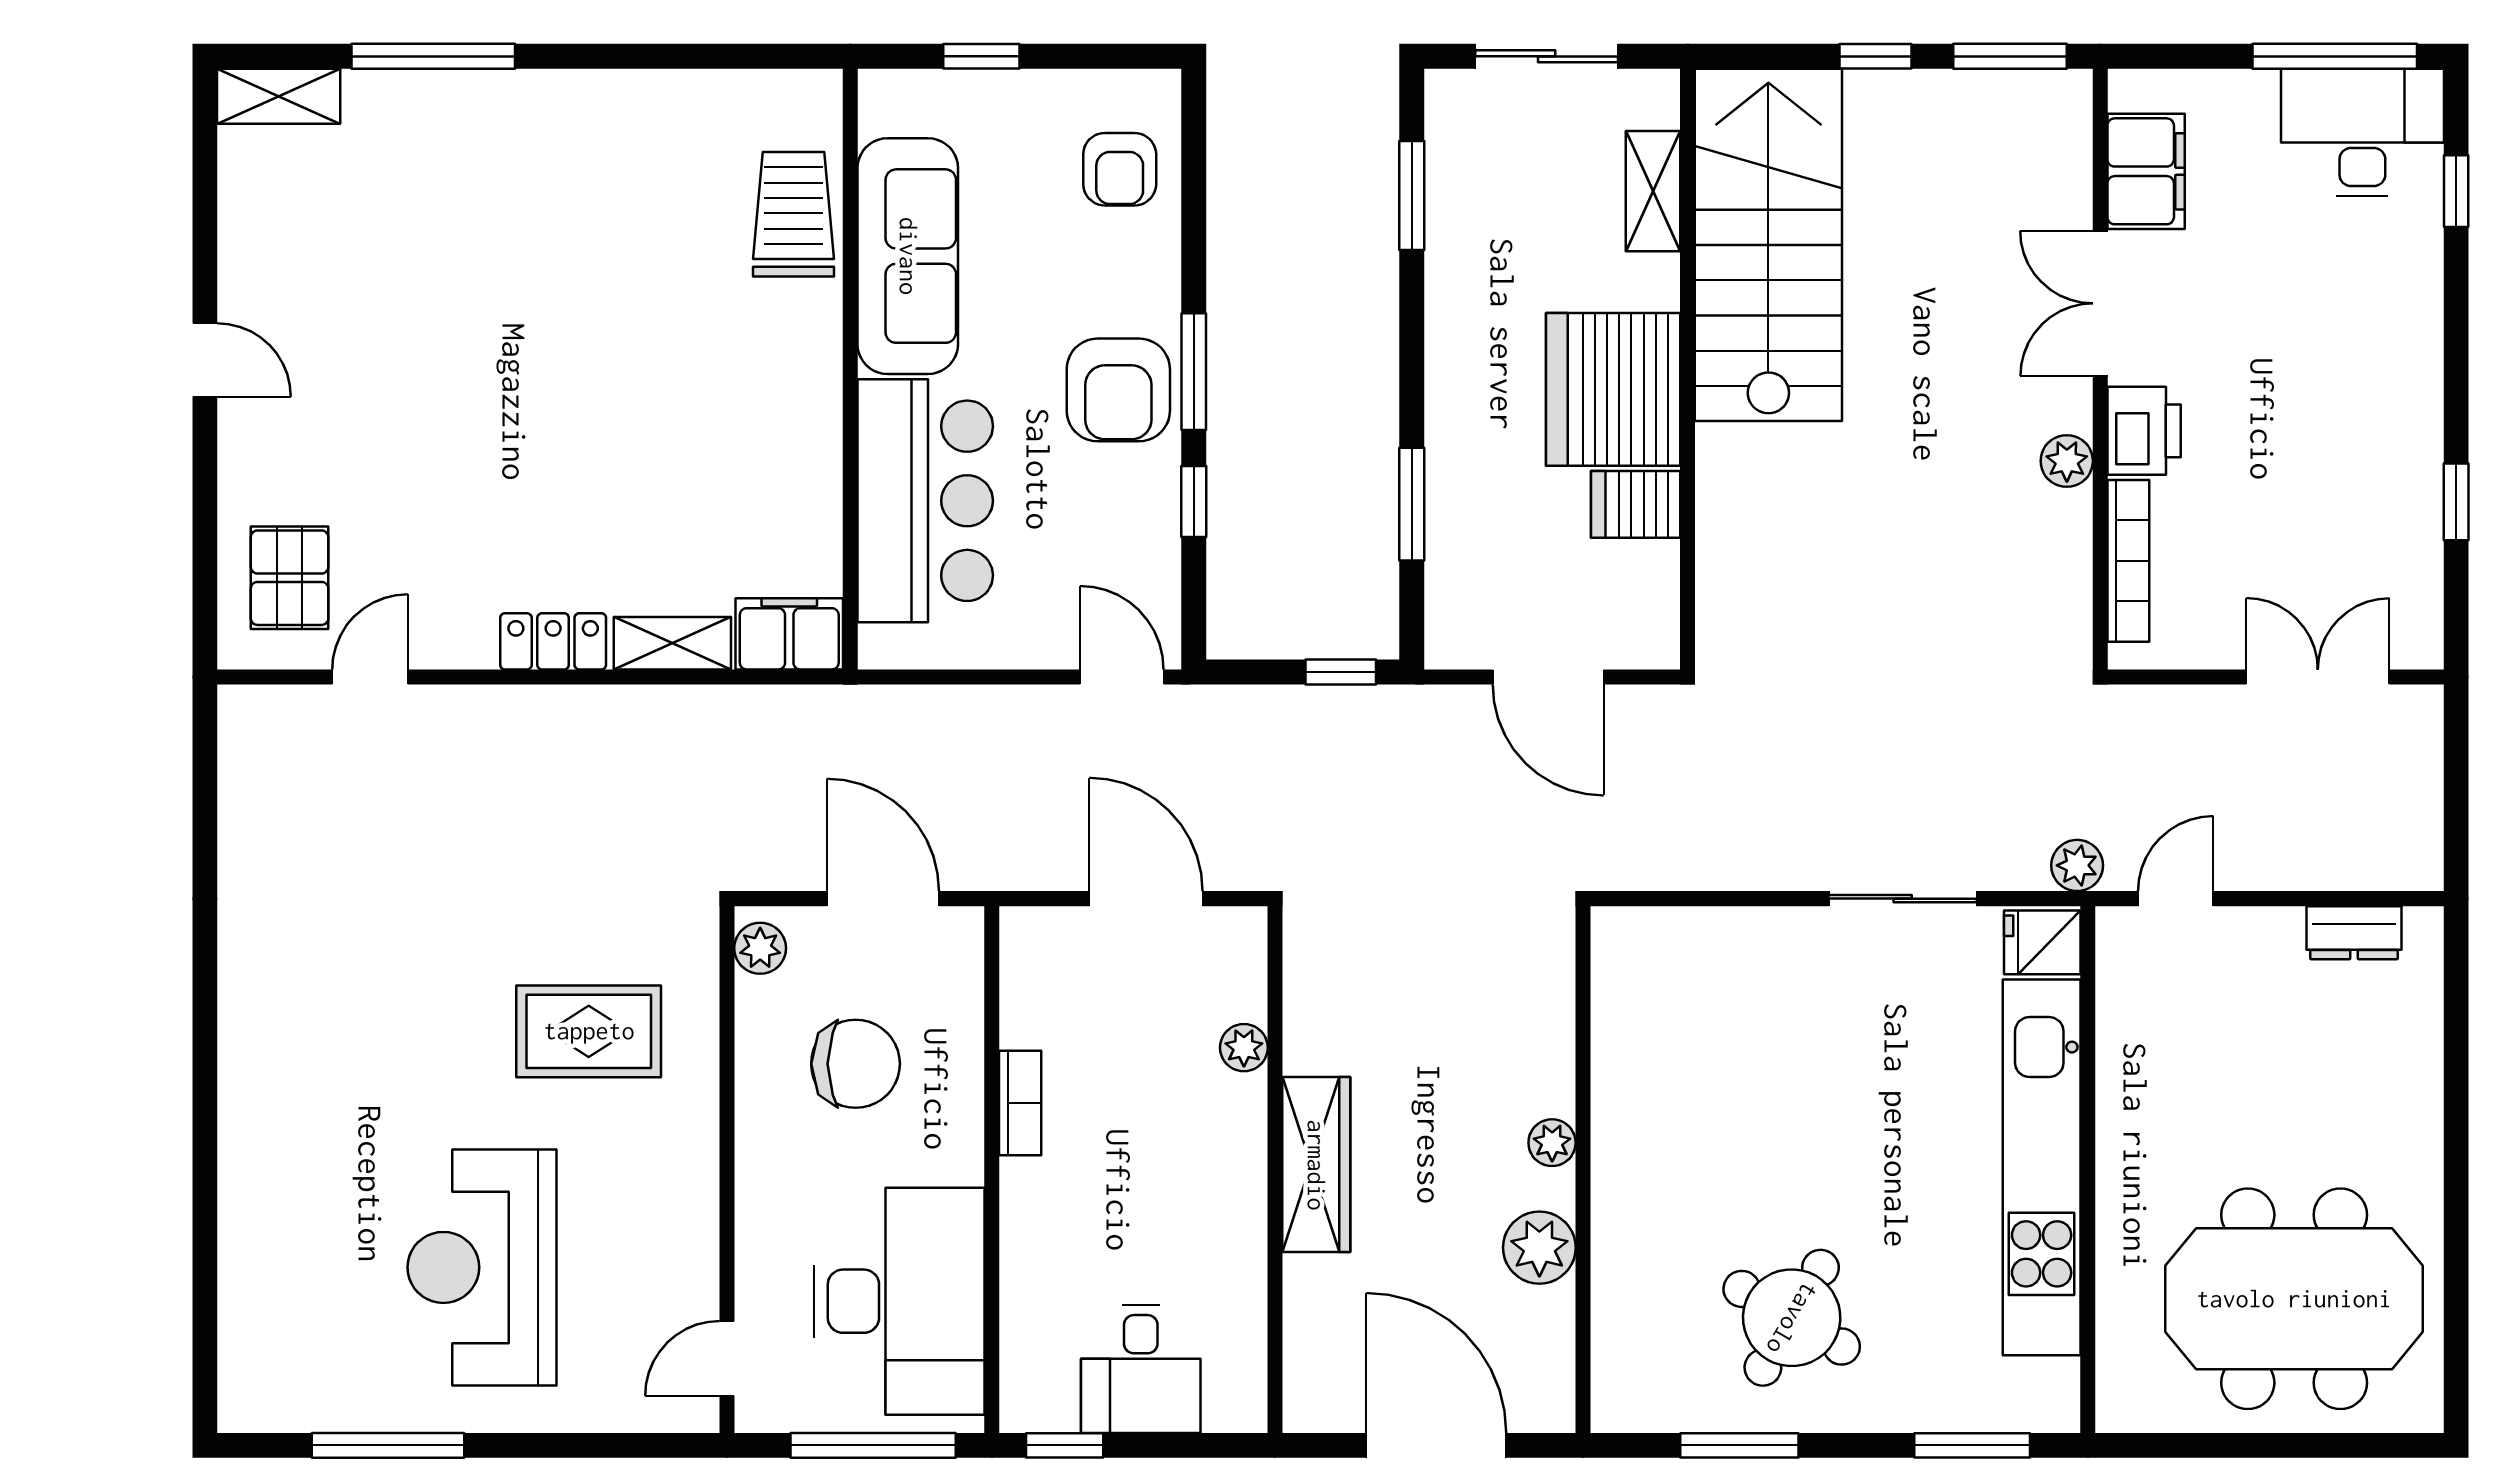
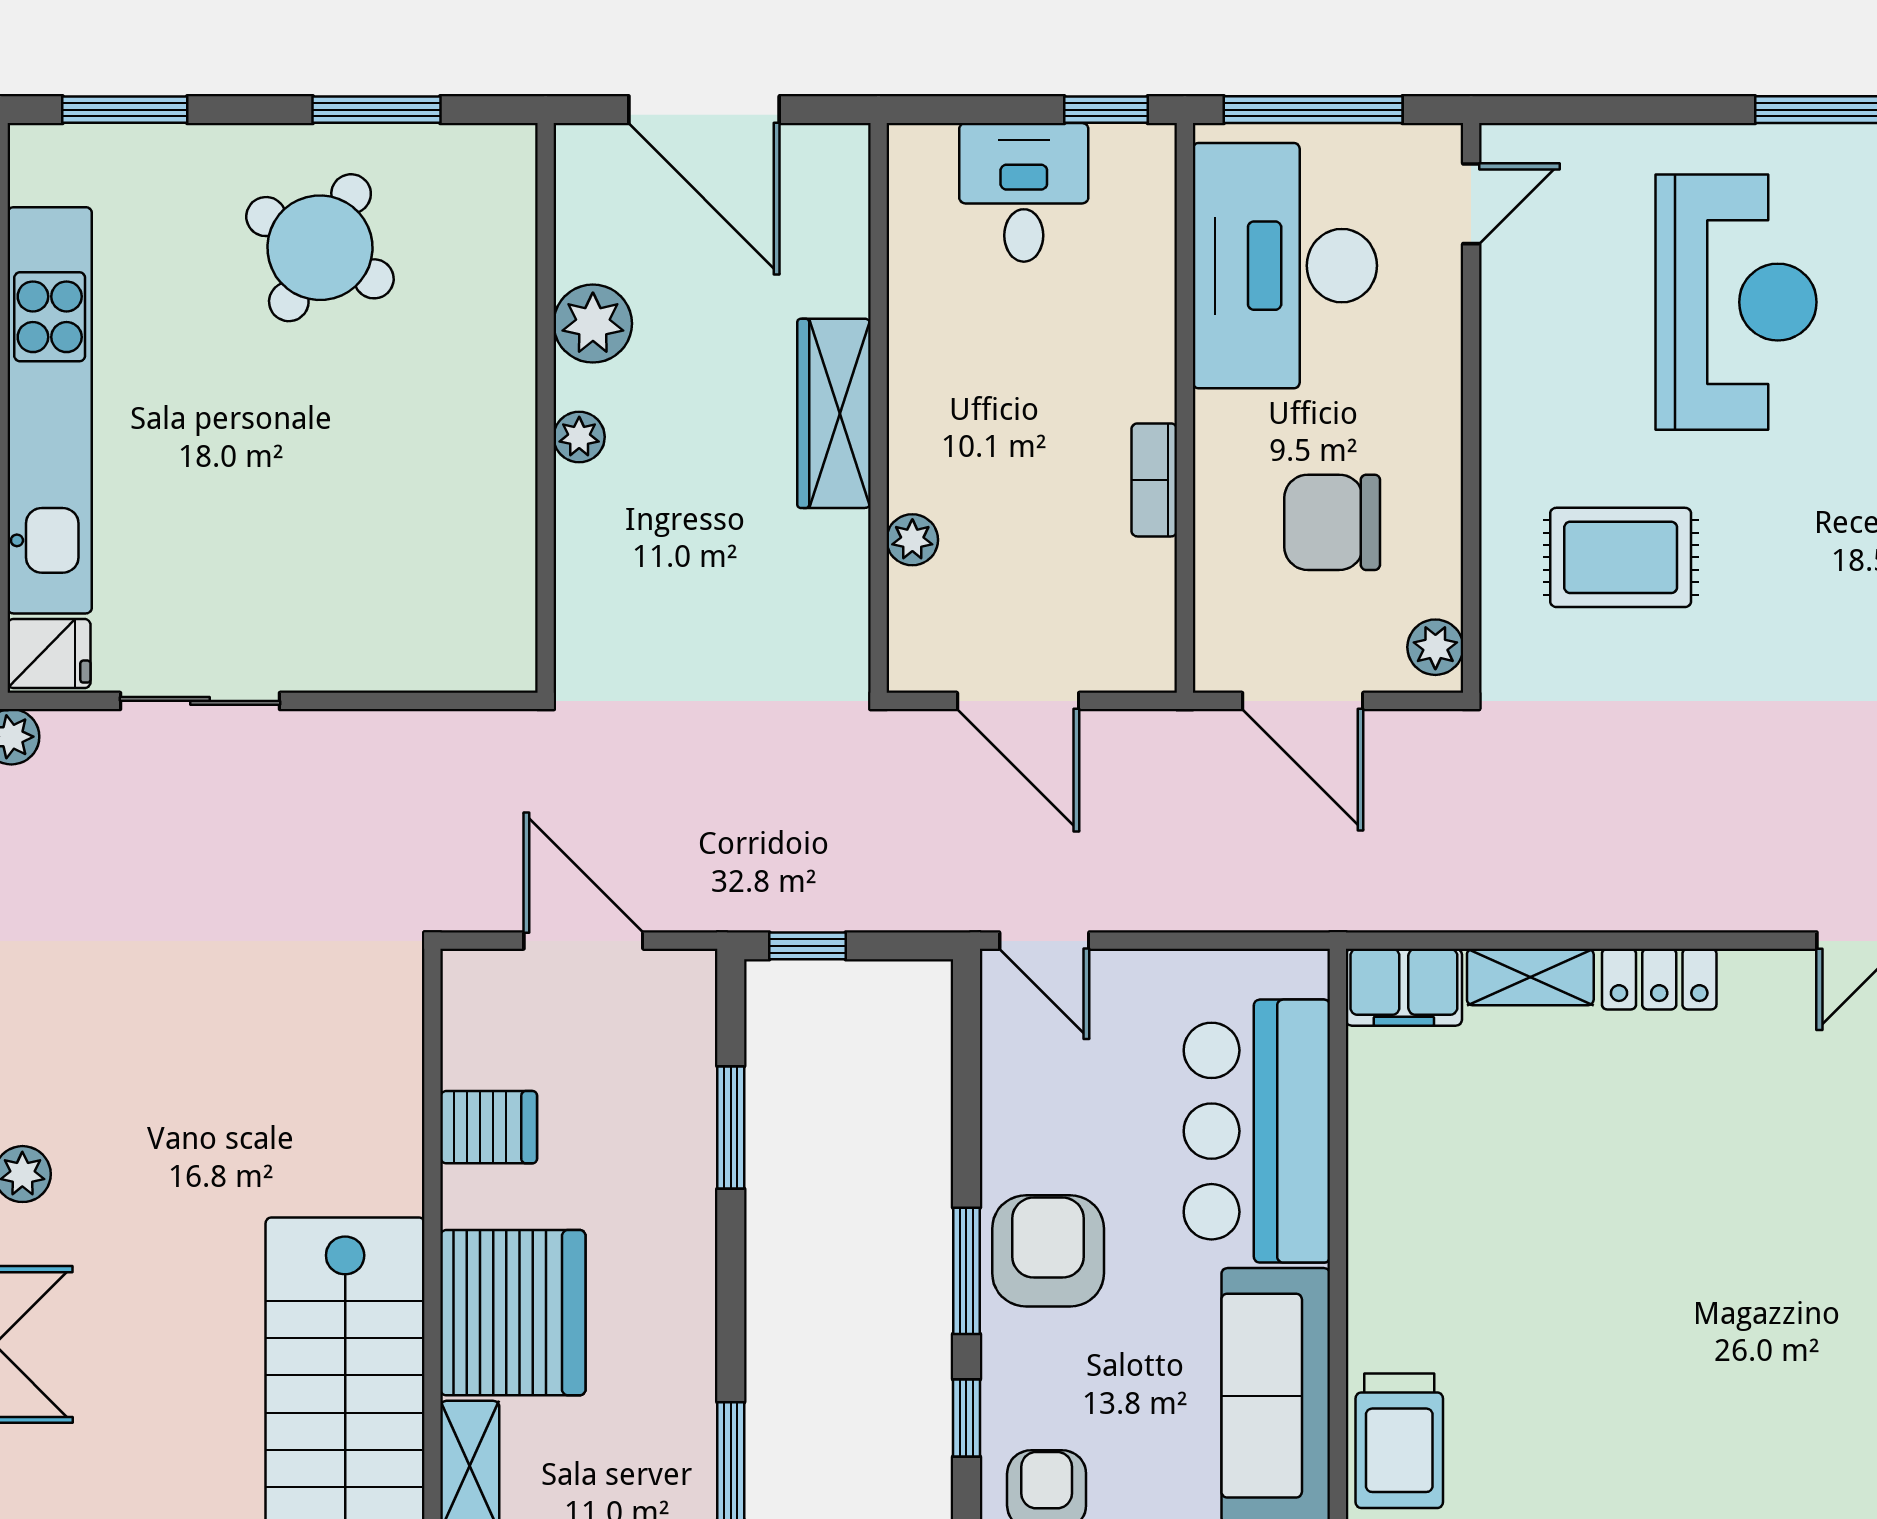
server rack: (1613, 389) -> (513, 1313), moved
window: (1194, 502) -> (966, 1418), moved

